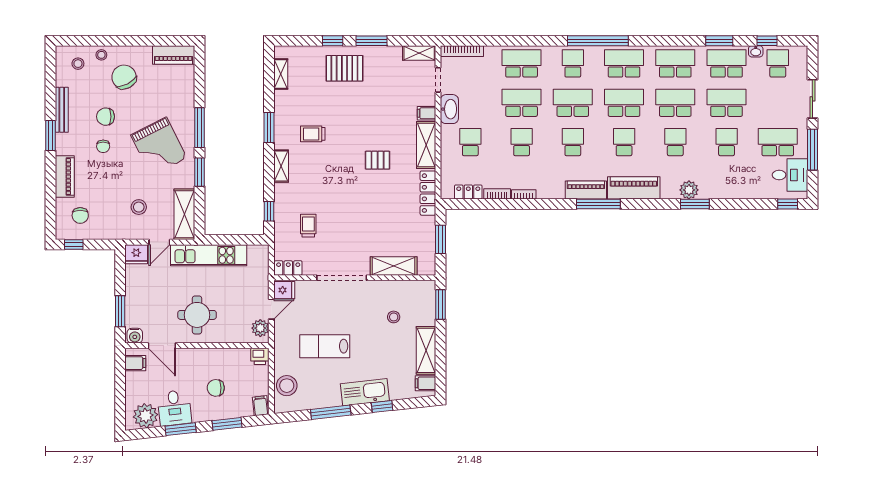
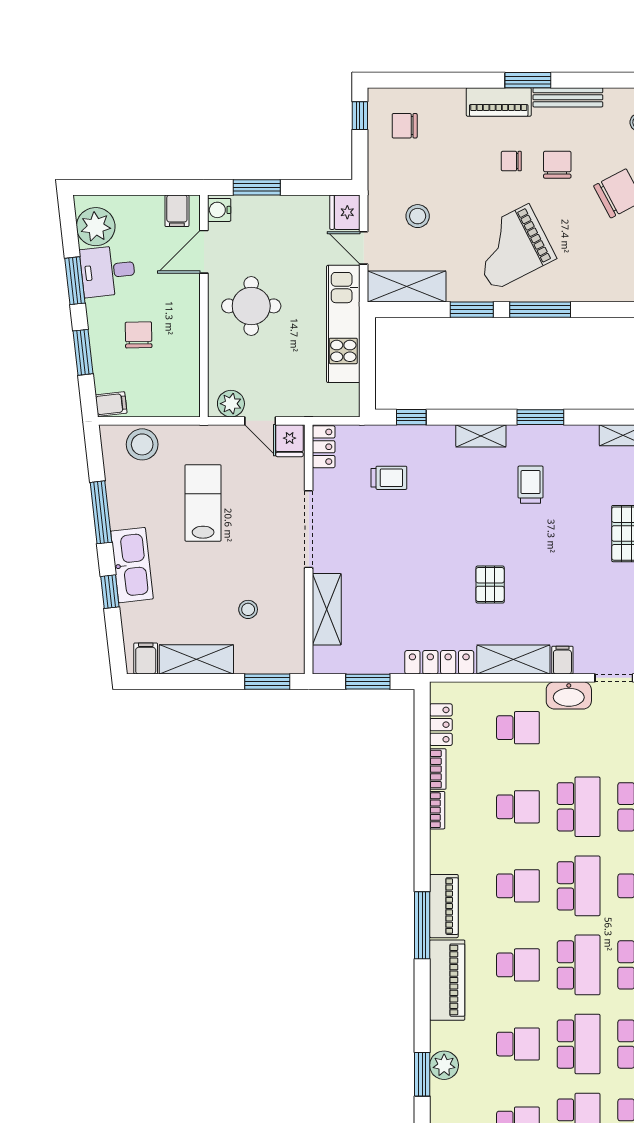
piano: (65, 177) -> (499, 102), moved
printer: (260, 356) -> (187, 403), removed

